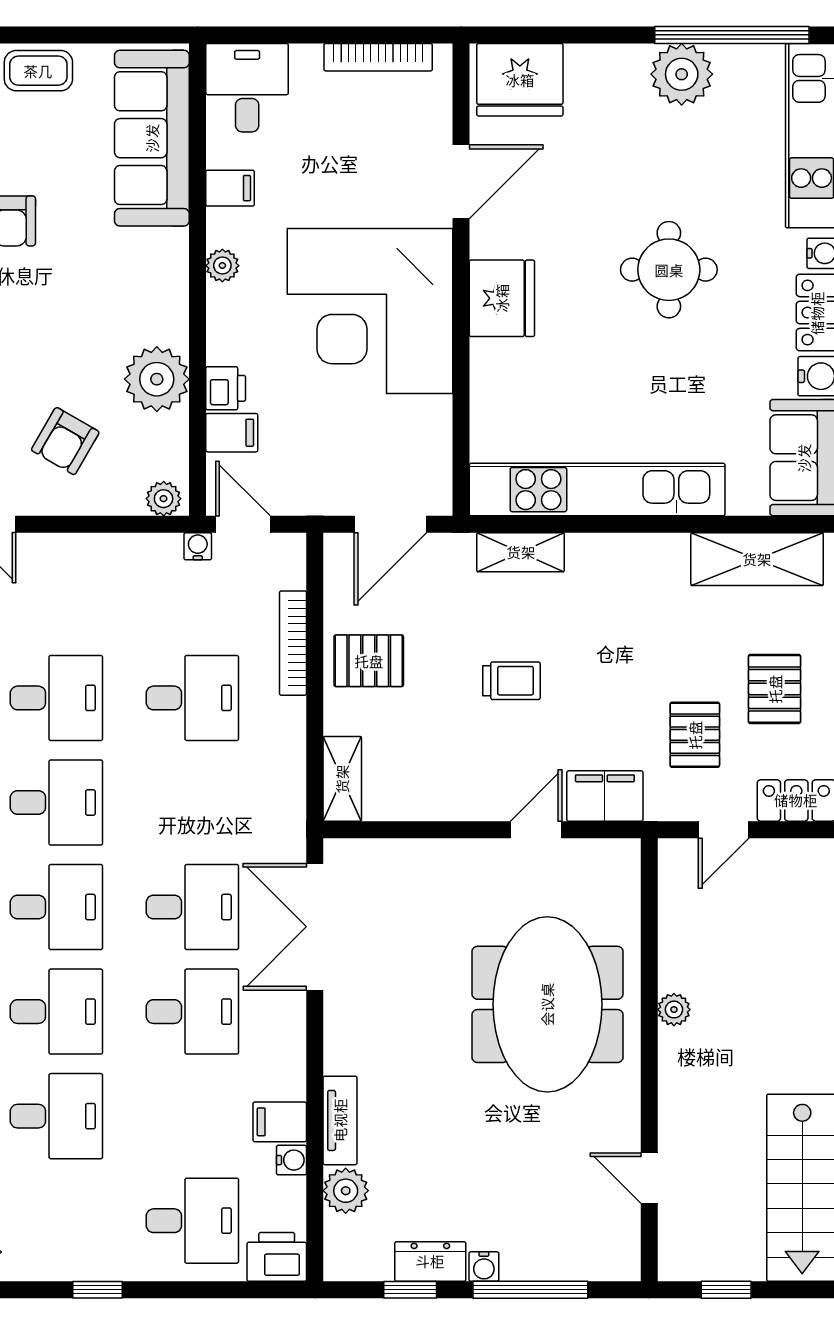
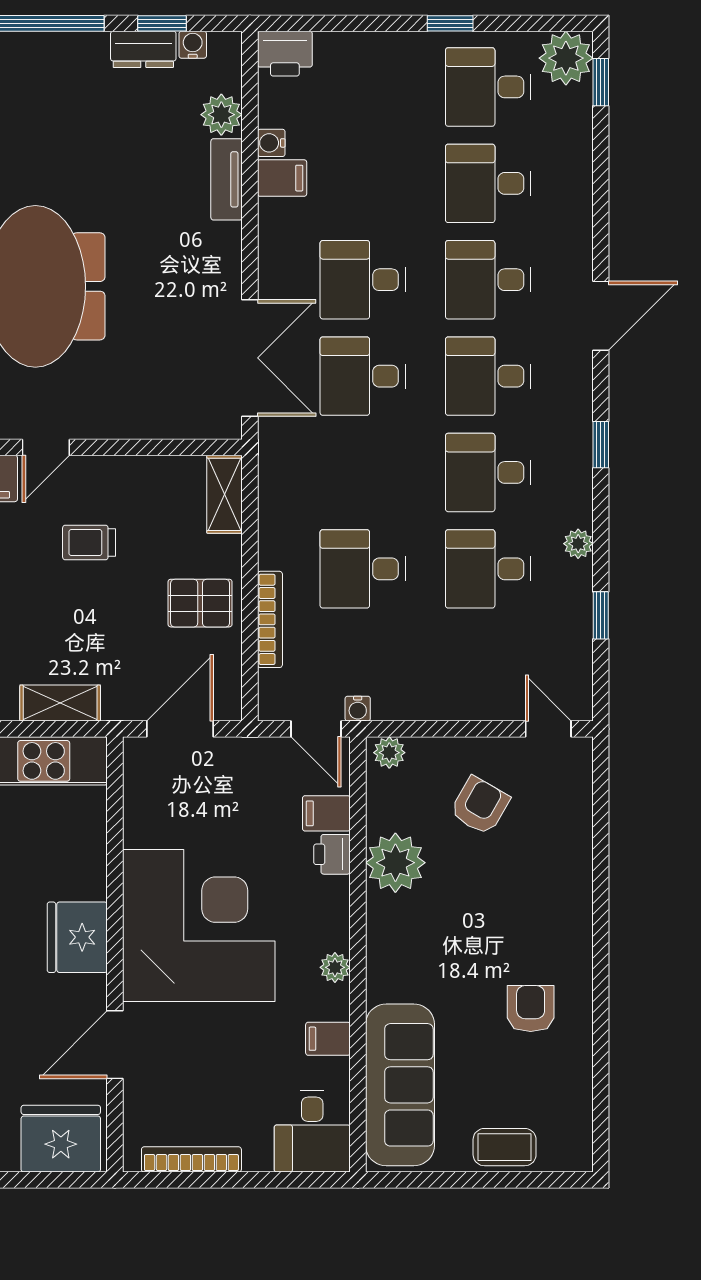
trolley: (511, 681) -> (89, 543), moved
desk: (192, 1221) -> (488, 87), moved
water cooler: (484, 1267) -> (193, 45), moved

